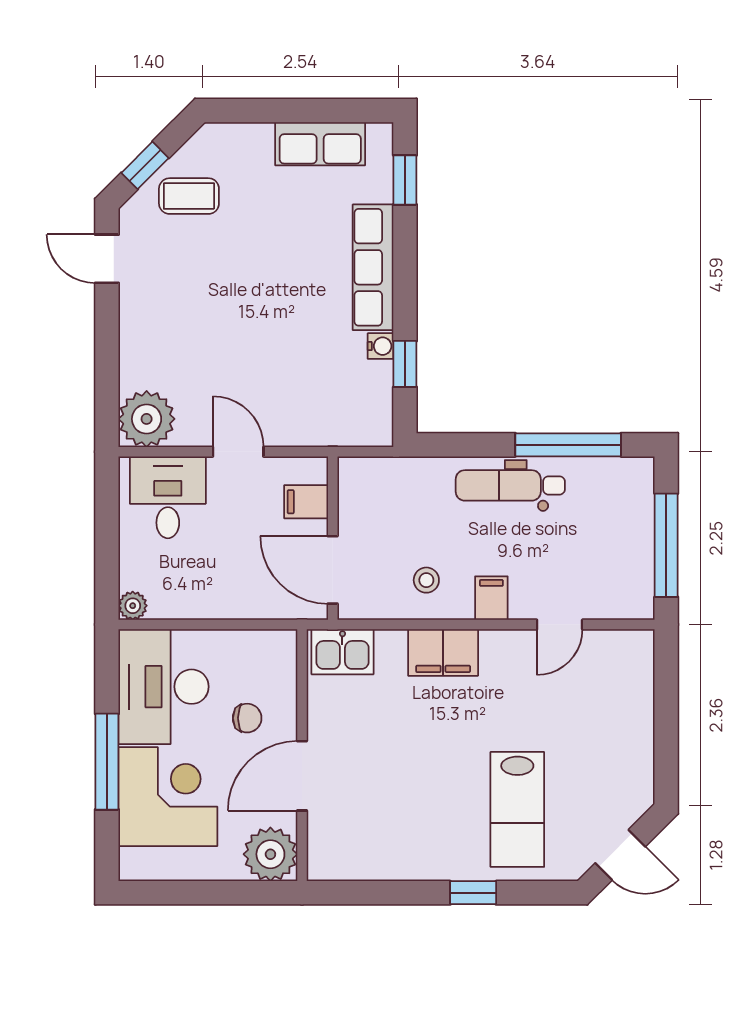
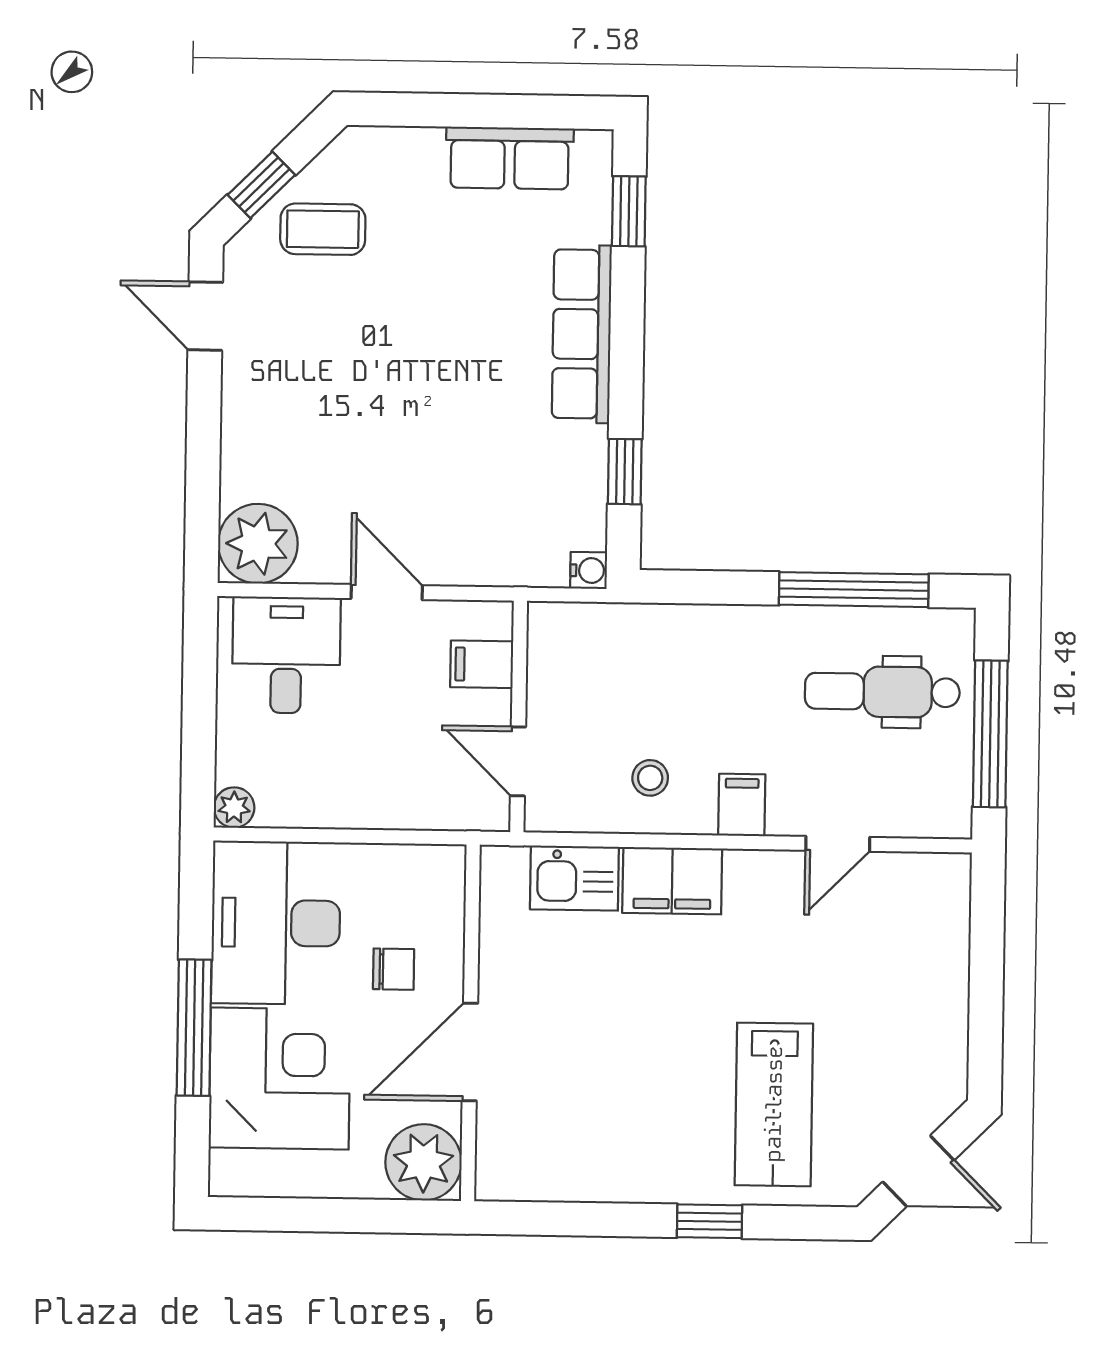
water cooler: (381, 346) -> (589, 570), moved
dental chair: (510, 485) -> (882, 692), moved
door: (333, 570) -> (518, 761), width x0.73
kitchen sink: (342, 652) -> (574, 878), moved

